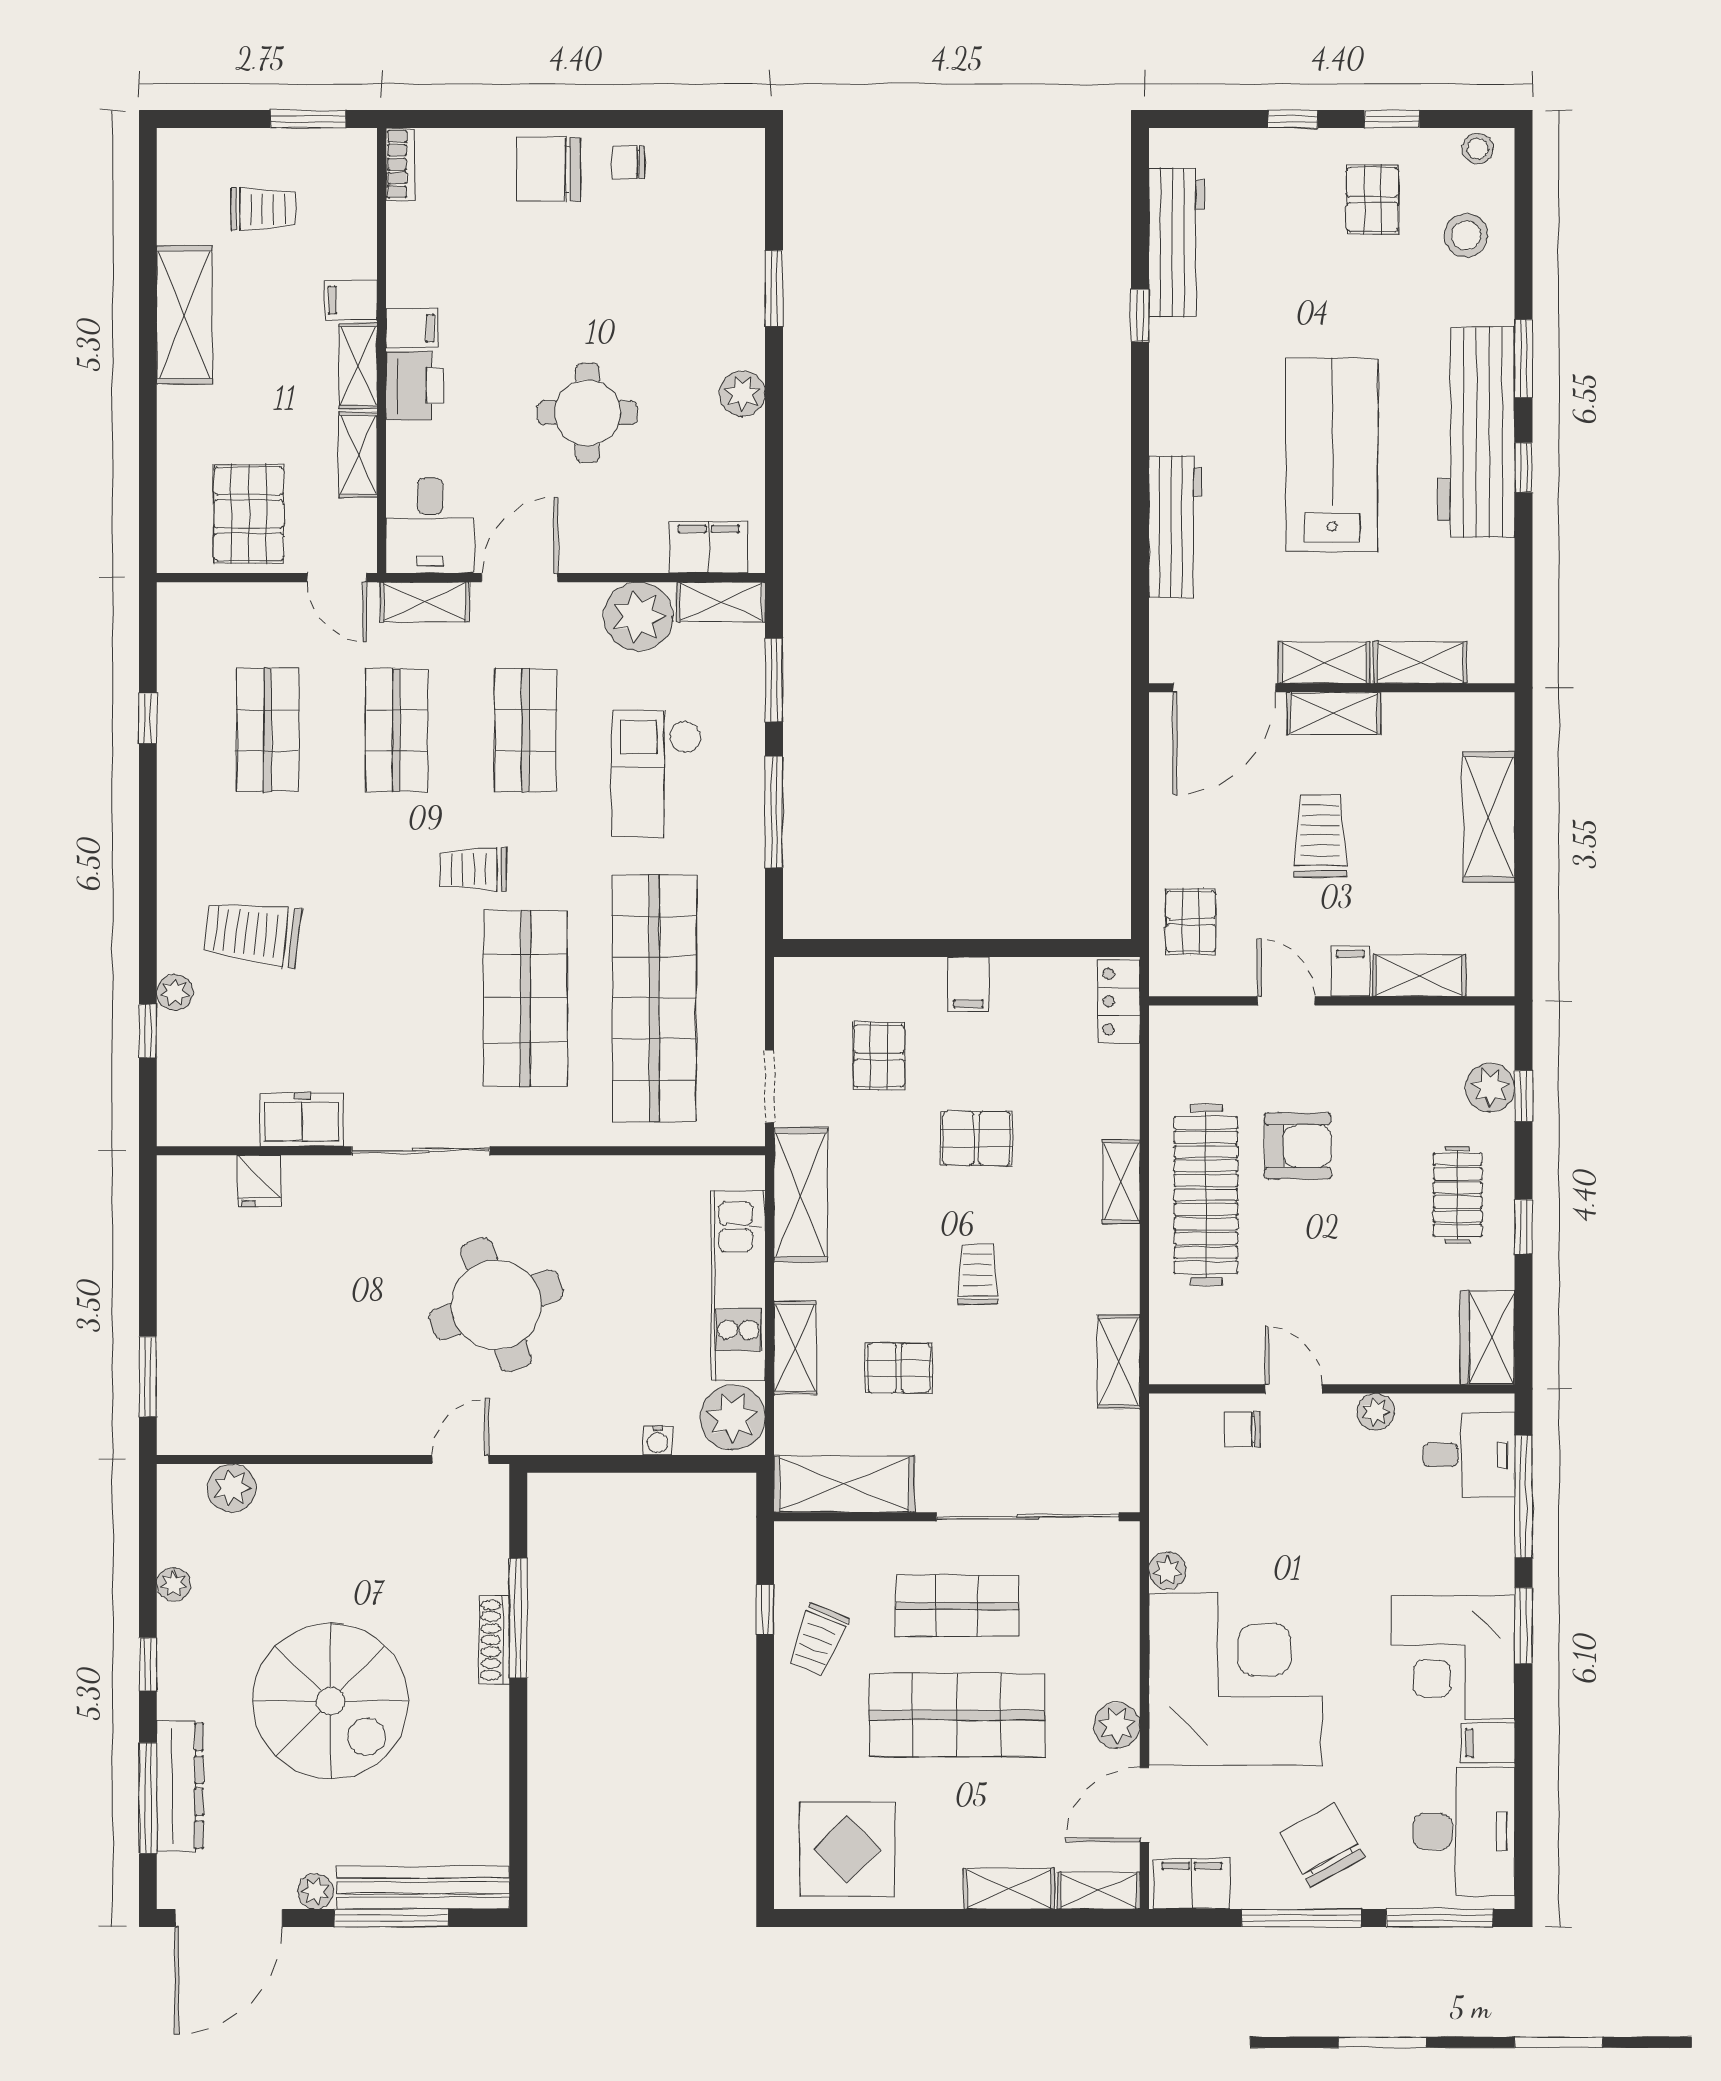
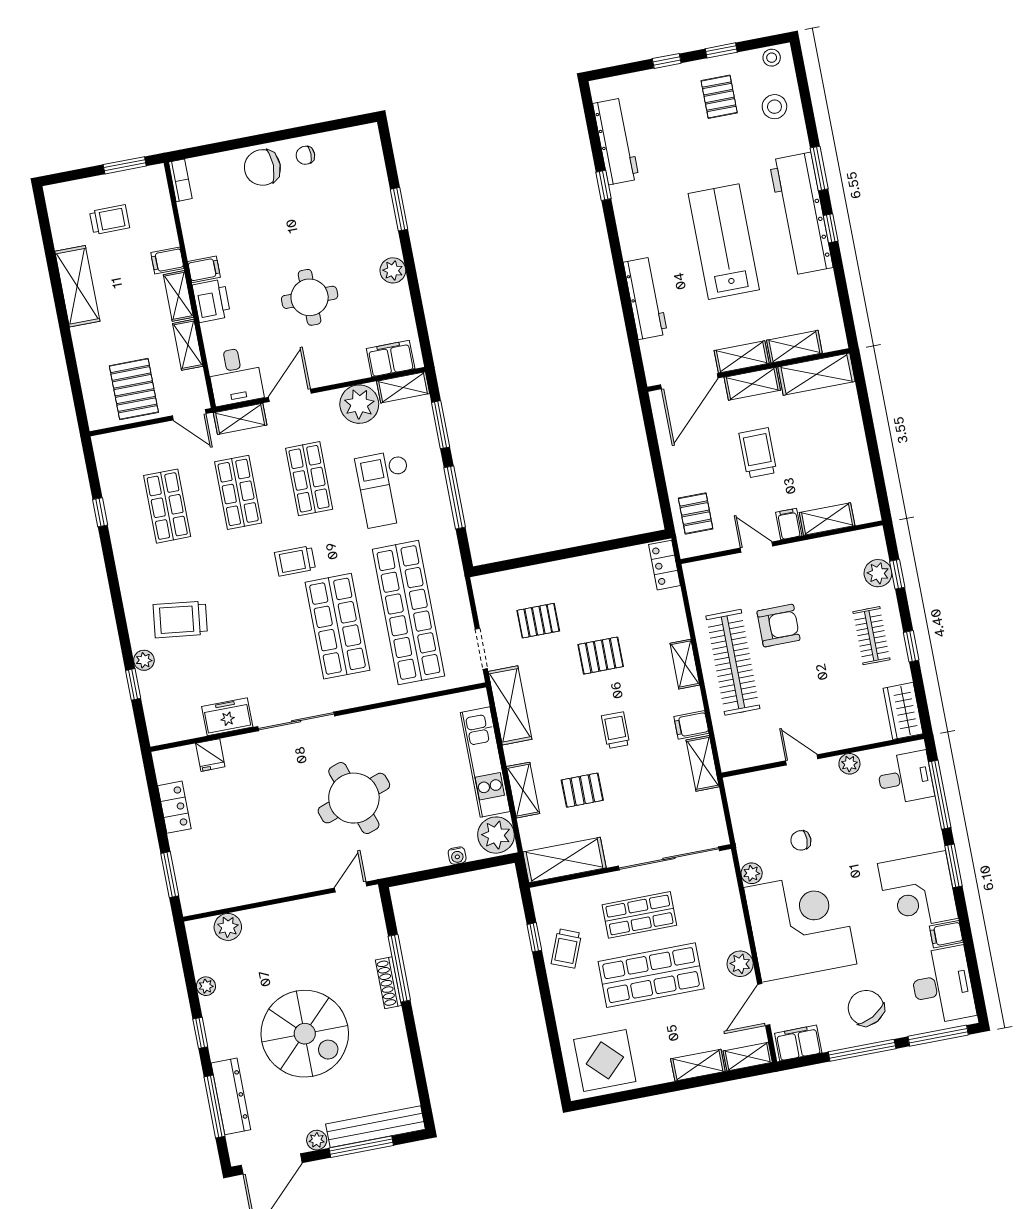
shelving: (1489, 817) -> (816, 374), moved, turned 90
filing cabinet: (968, 985) -> (691, 725), moved, turned 90
pallet: (879, 1056) -> (538, 621), turned 90
locker: (179, 1260) -> (174, 807), added
chair: (1242, 1429) -> (801, 840), moved

